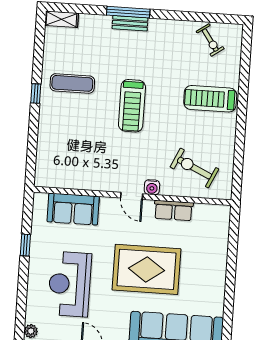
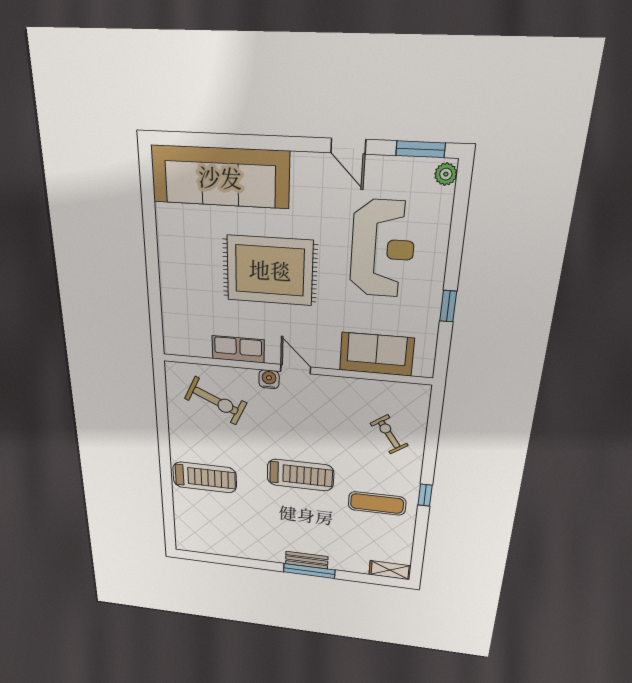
exercise bike: (210, 40) -> (389, 434), moved
treadmill: (132, 106) -> (300, 475), turned 90

